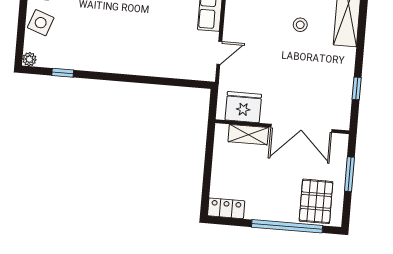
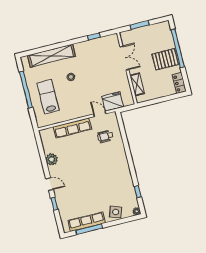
wheelchair: (177, 49) -> (105, 136), added
fridge: (243, 107) -> (113, 101), moved, turned 90
double door: (301, 128) -> (124, 58), width x0.73
pallet: (316, 201) -> (165, 59), moved

